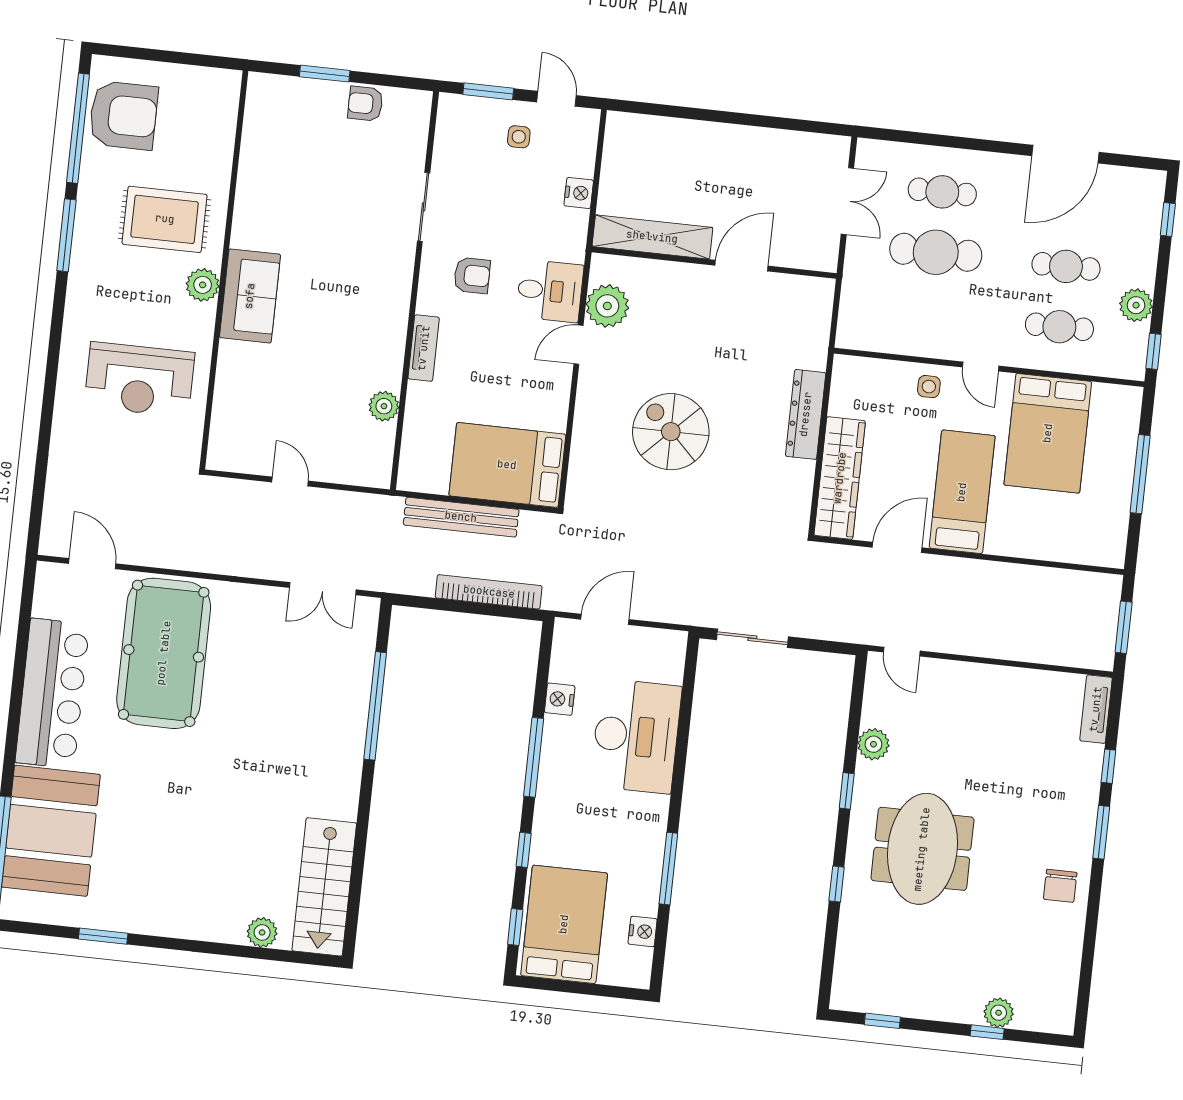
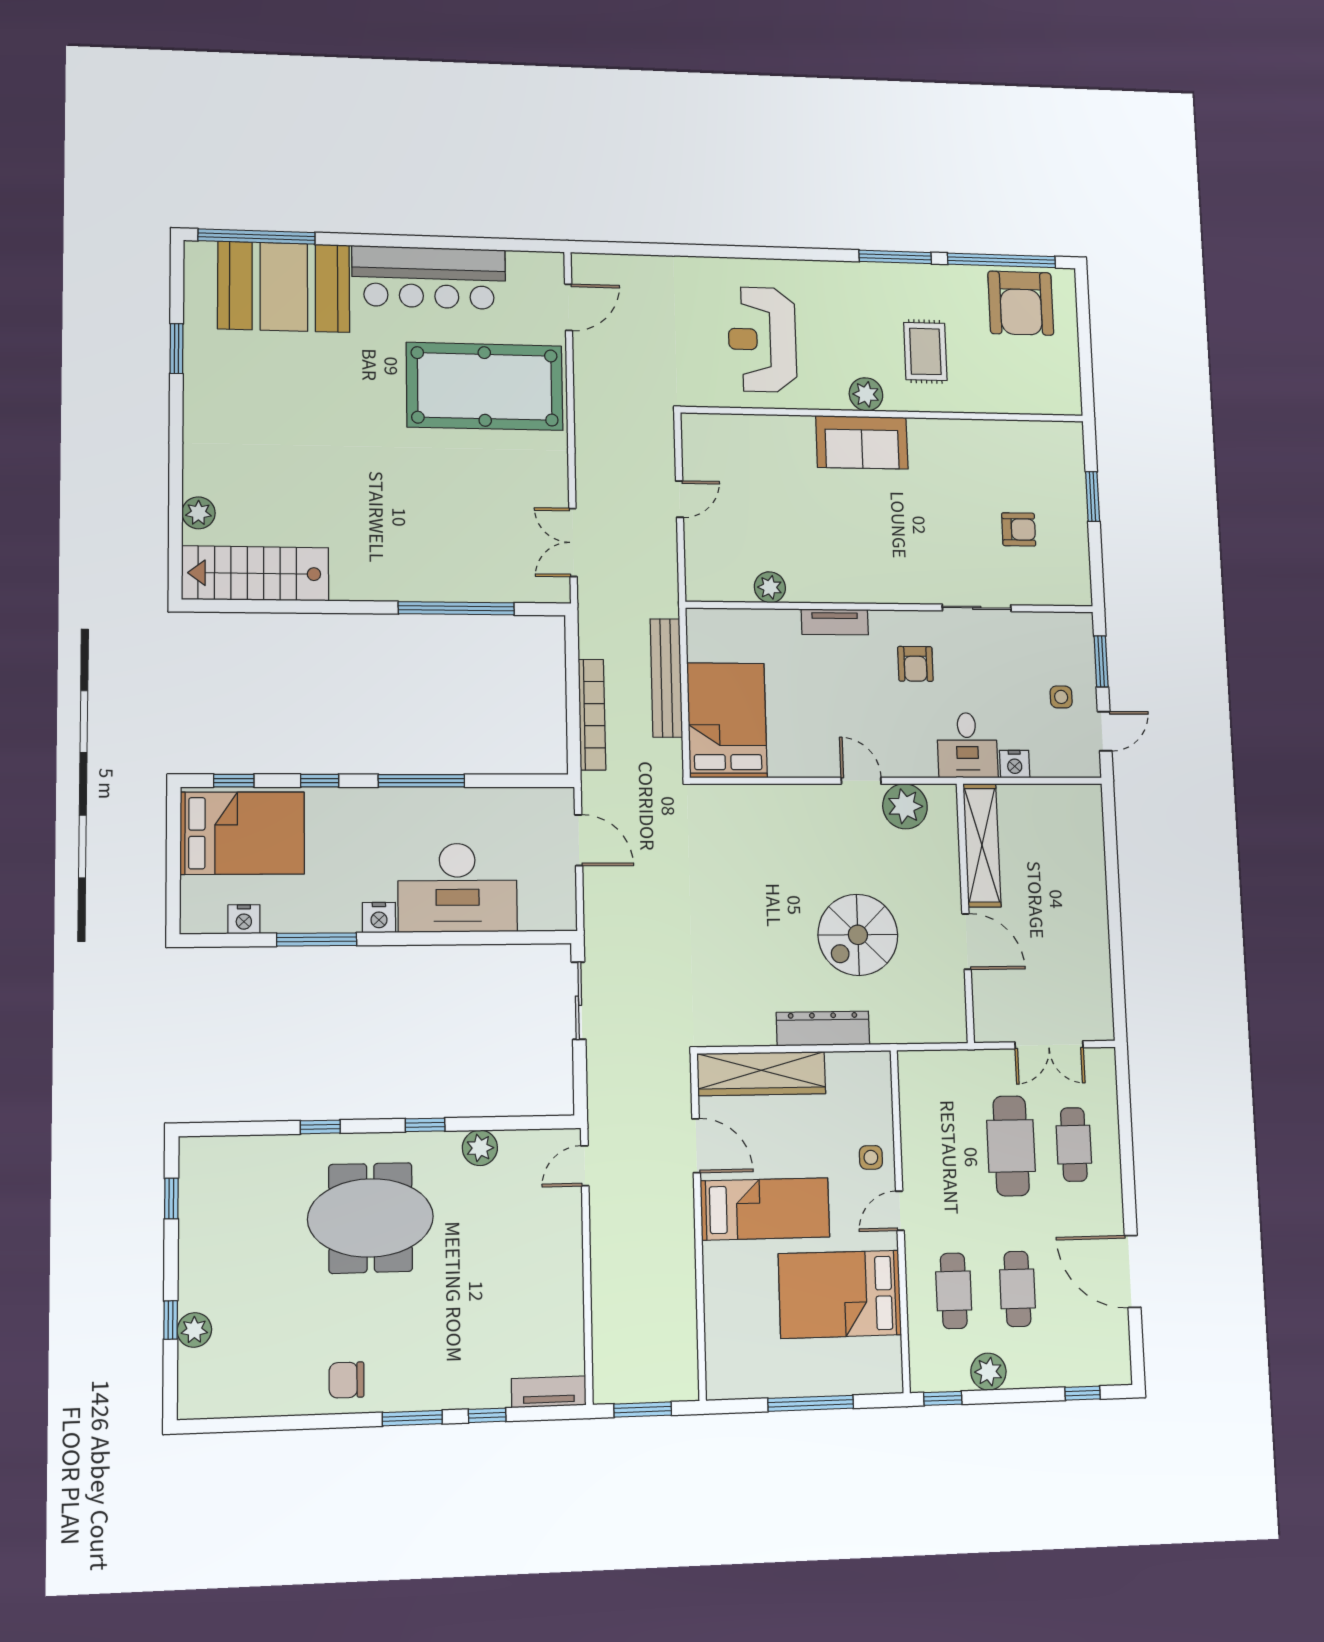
armchair: (365, 104) -> (1019, 529), moved, turned 90
rug: (165, 219) -> (925, 351), width x0.73, depth x0.70
desk: (550, 291) -> (967, 745), moved
spiral stairs: (671, 432) -> (858, 935), moved, turned 180
nightstand: (560, 699) -> (379, 917), moved, turned 180

